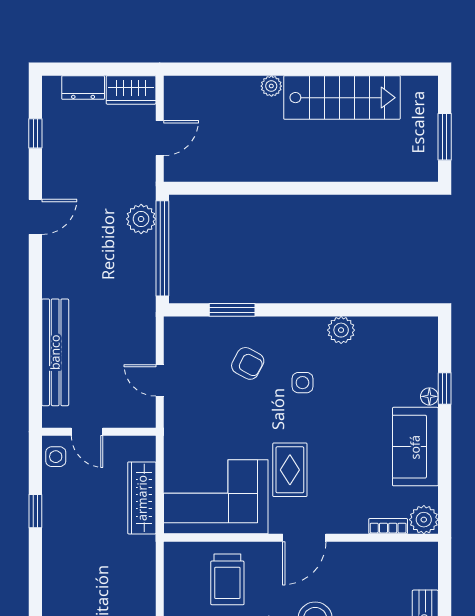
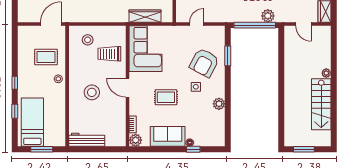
armchair: (248, 363) -> (204, 63), width x1.88, depth x1.88
rug: (290, 470) -> (166, 97), moved

